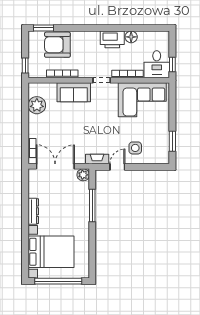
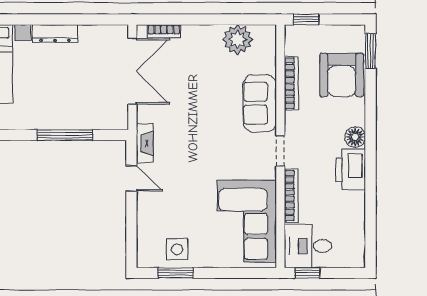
floor lamp: (131, 37) -> (355, 137), moved
armchair: (57, 45) -> (342, 75), turned 180
side table: (135, 148) -> (177, 249), moved
plant: (83, 175) -> (118, 119), removed

